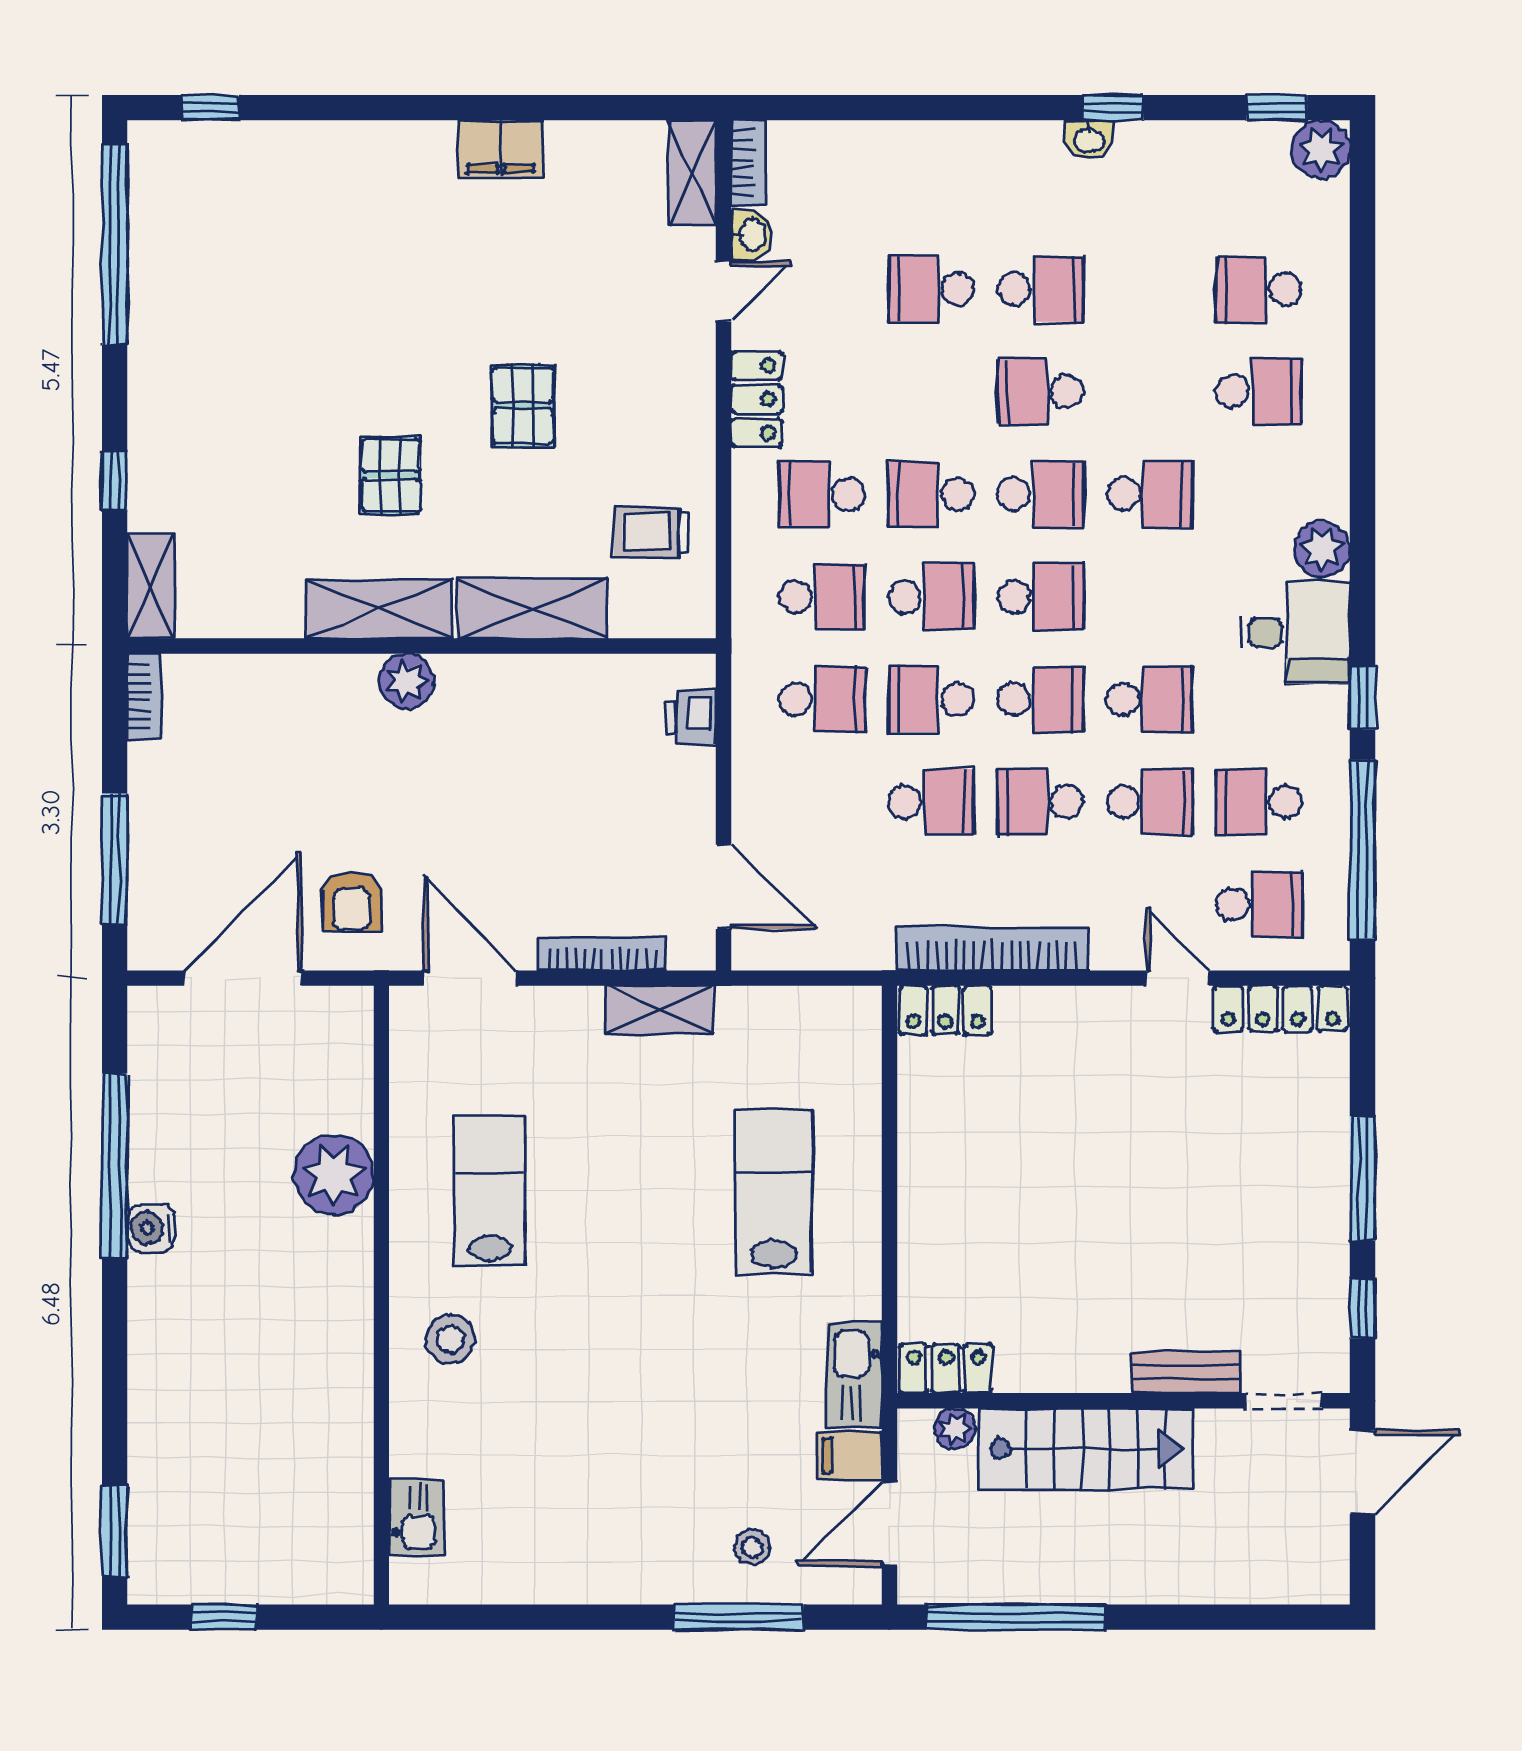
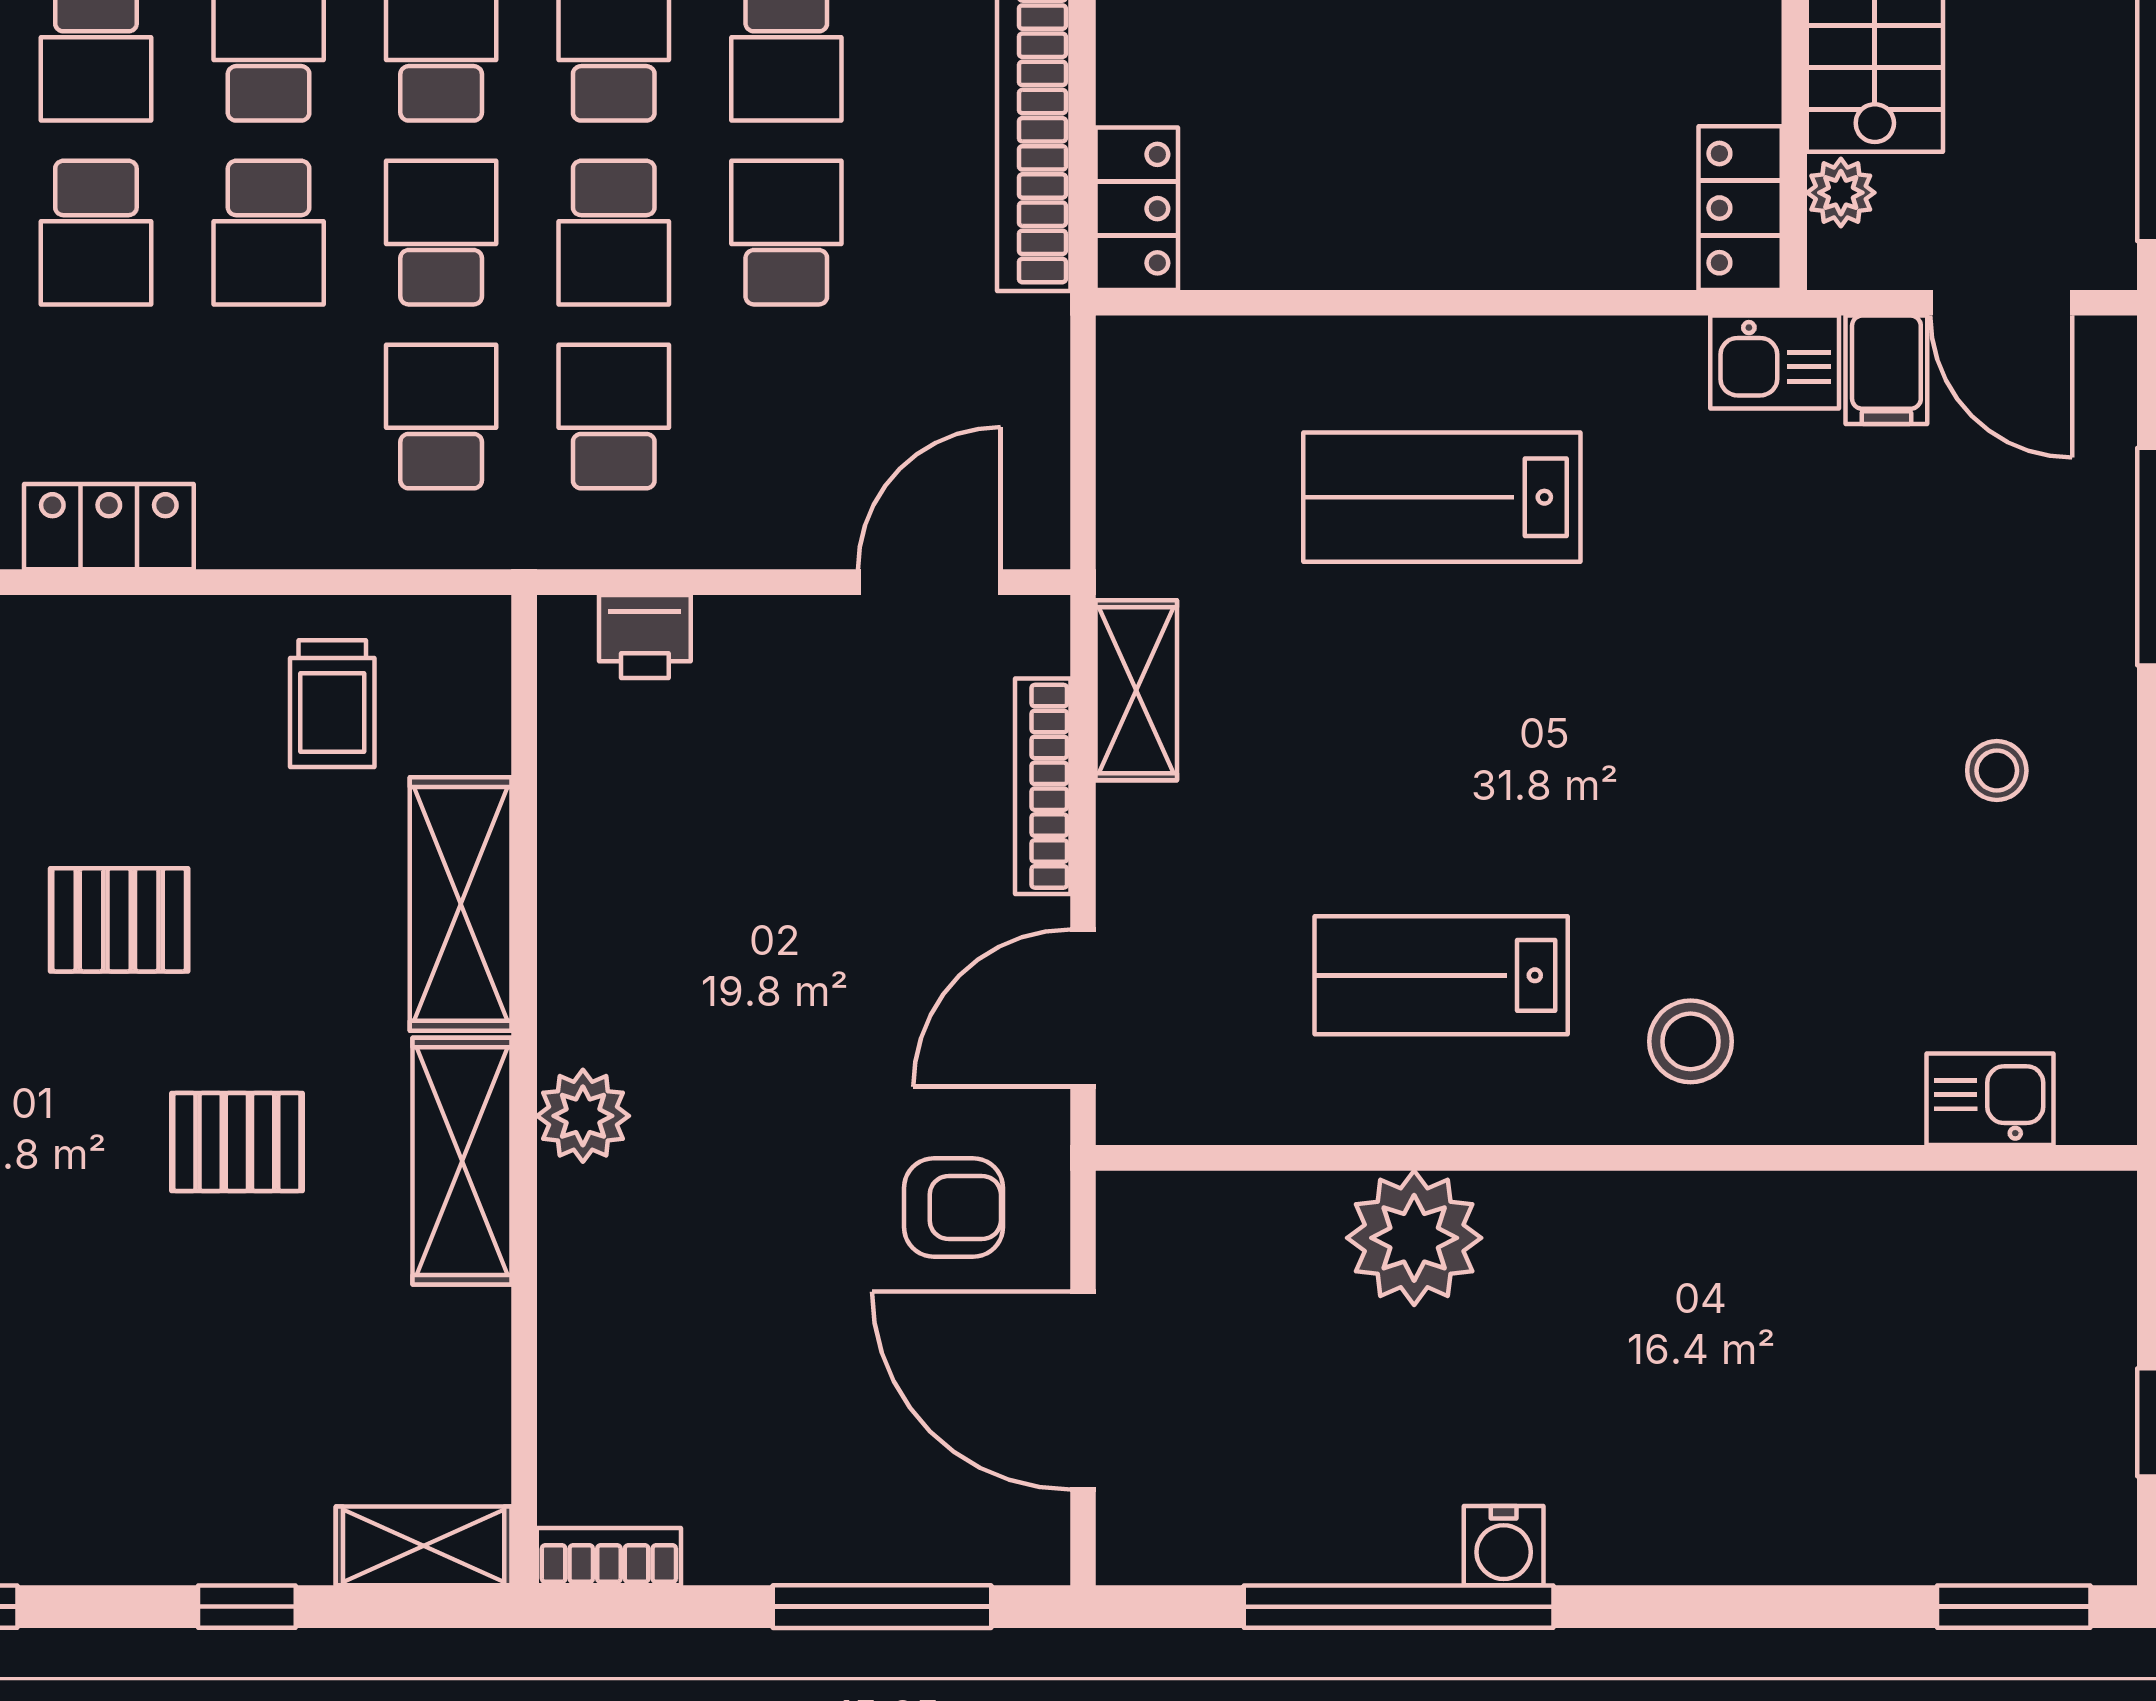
school desk: (822, 494) -> (96, 233), moved
kitchen sink: (854, 1375) -> (1775, 362), width x0.73
stool: (752, 1547) -> (1997, 771), moved

